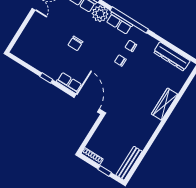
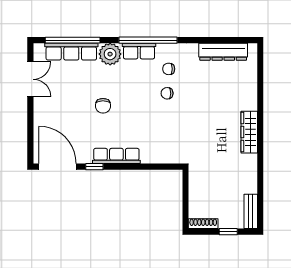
row of seats: (69, 83) -> (116, 156), width x1.48
door: (87, 103) -> (58, 167), moved
wardrobe: (165, 104) -> (249, 132), moved
bench: (129, 163) -> (251, 211), width x0.73

